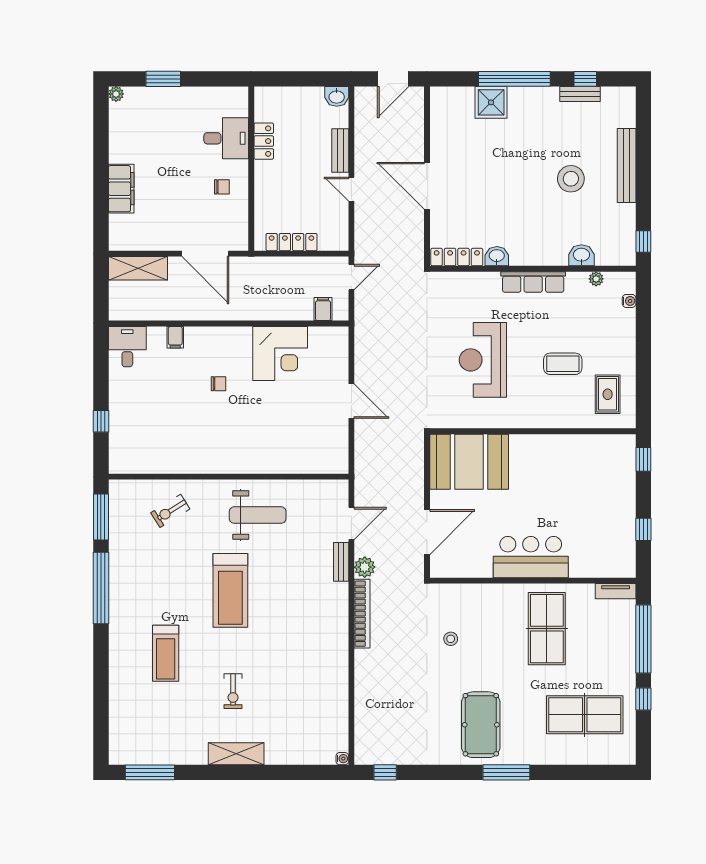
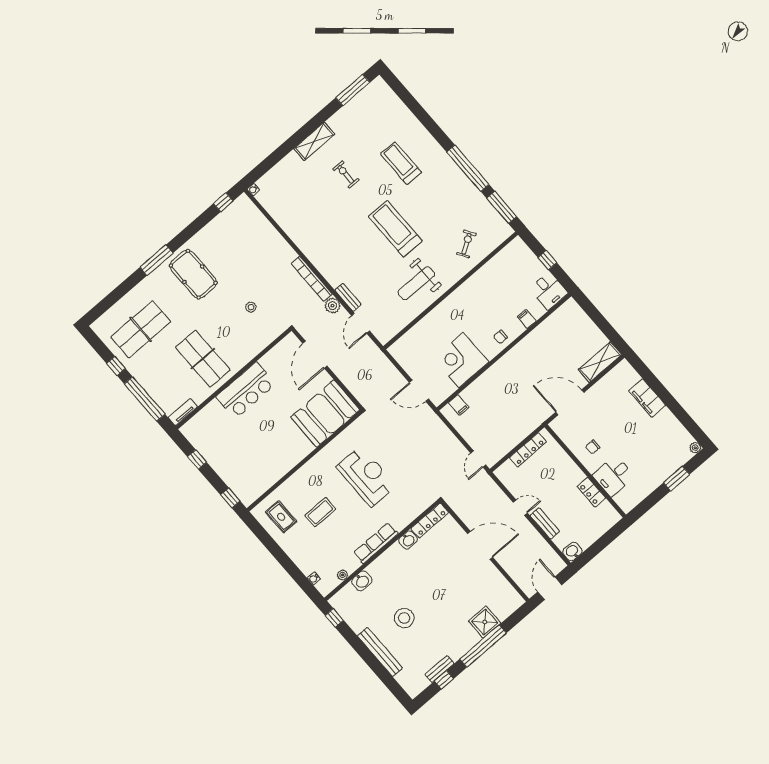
filing cabinet: (323, 309) -> (459, 405), moved
wall: (229, 324) -> (504, 352), moved
filing cabinet: (175, 337) -> (527, 319), moved
desk: (127, 347) -> (549, 291), moved
corner desk: (280, 354) -> (461, 360), moved

